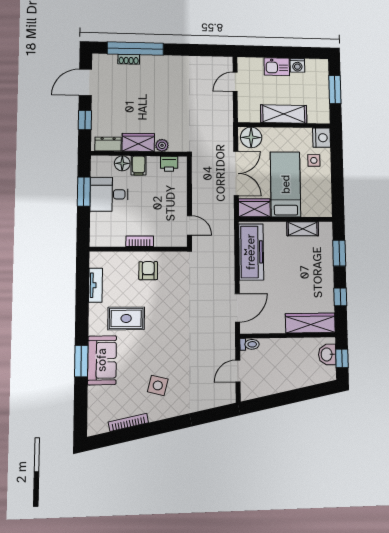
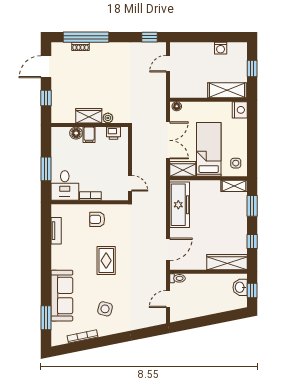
window: (213, 50) -> (150, 37), added
kitchen sink: (277, 67) -> (203, 50), removed
window: (335, 90) -> (252, 69), width x0.67
shelving: (284, 114) -> (227, 90), moved
floor lamp: (251, 137) -> (177, 106), width x0.53, depth x0.53
dresser: (108, 144) -> (65, 117), removed
side table: (314, 160) -> (236, 163), moved
window: (84, 192) -> (46, 169), moved
desk: (109, 194) -> (65, 185), moved, turned -90
shelving: (303, 229) -> (234, 186), moved
armchair: (148, 271) -> (97, 219), turned -90
rug: (126, 318) -> (106, 261), moved, turned 90
sofa: (102, 360) -> (62, 296), width x1.36
window: (81, 361) -> (46, 318), moved

